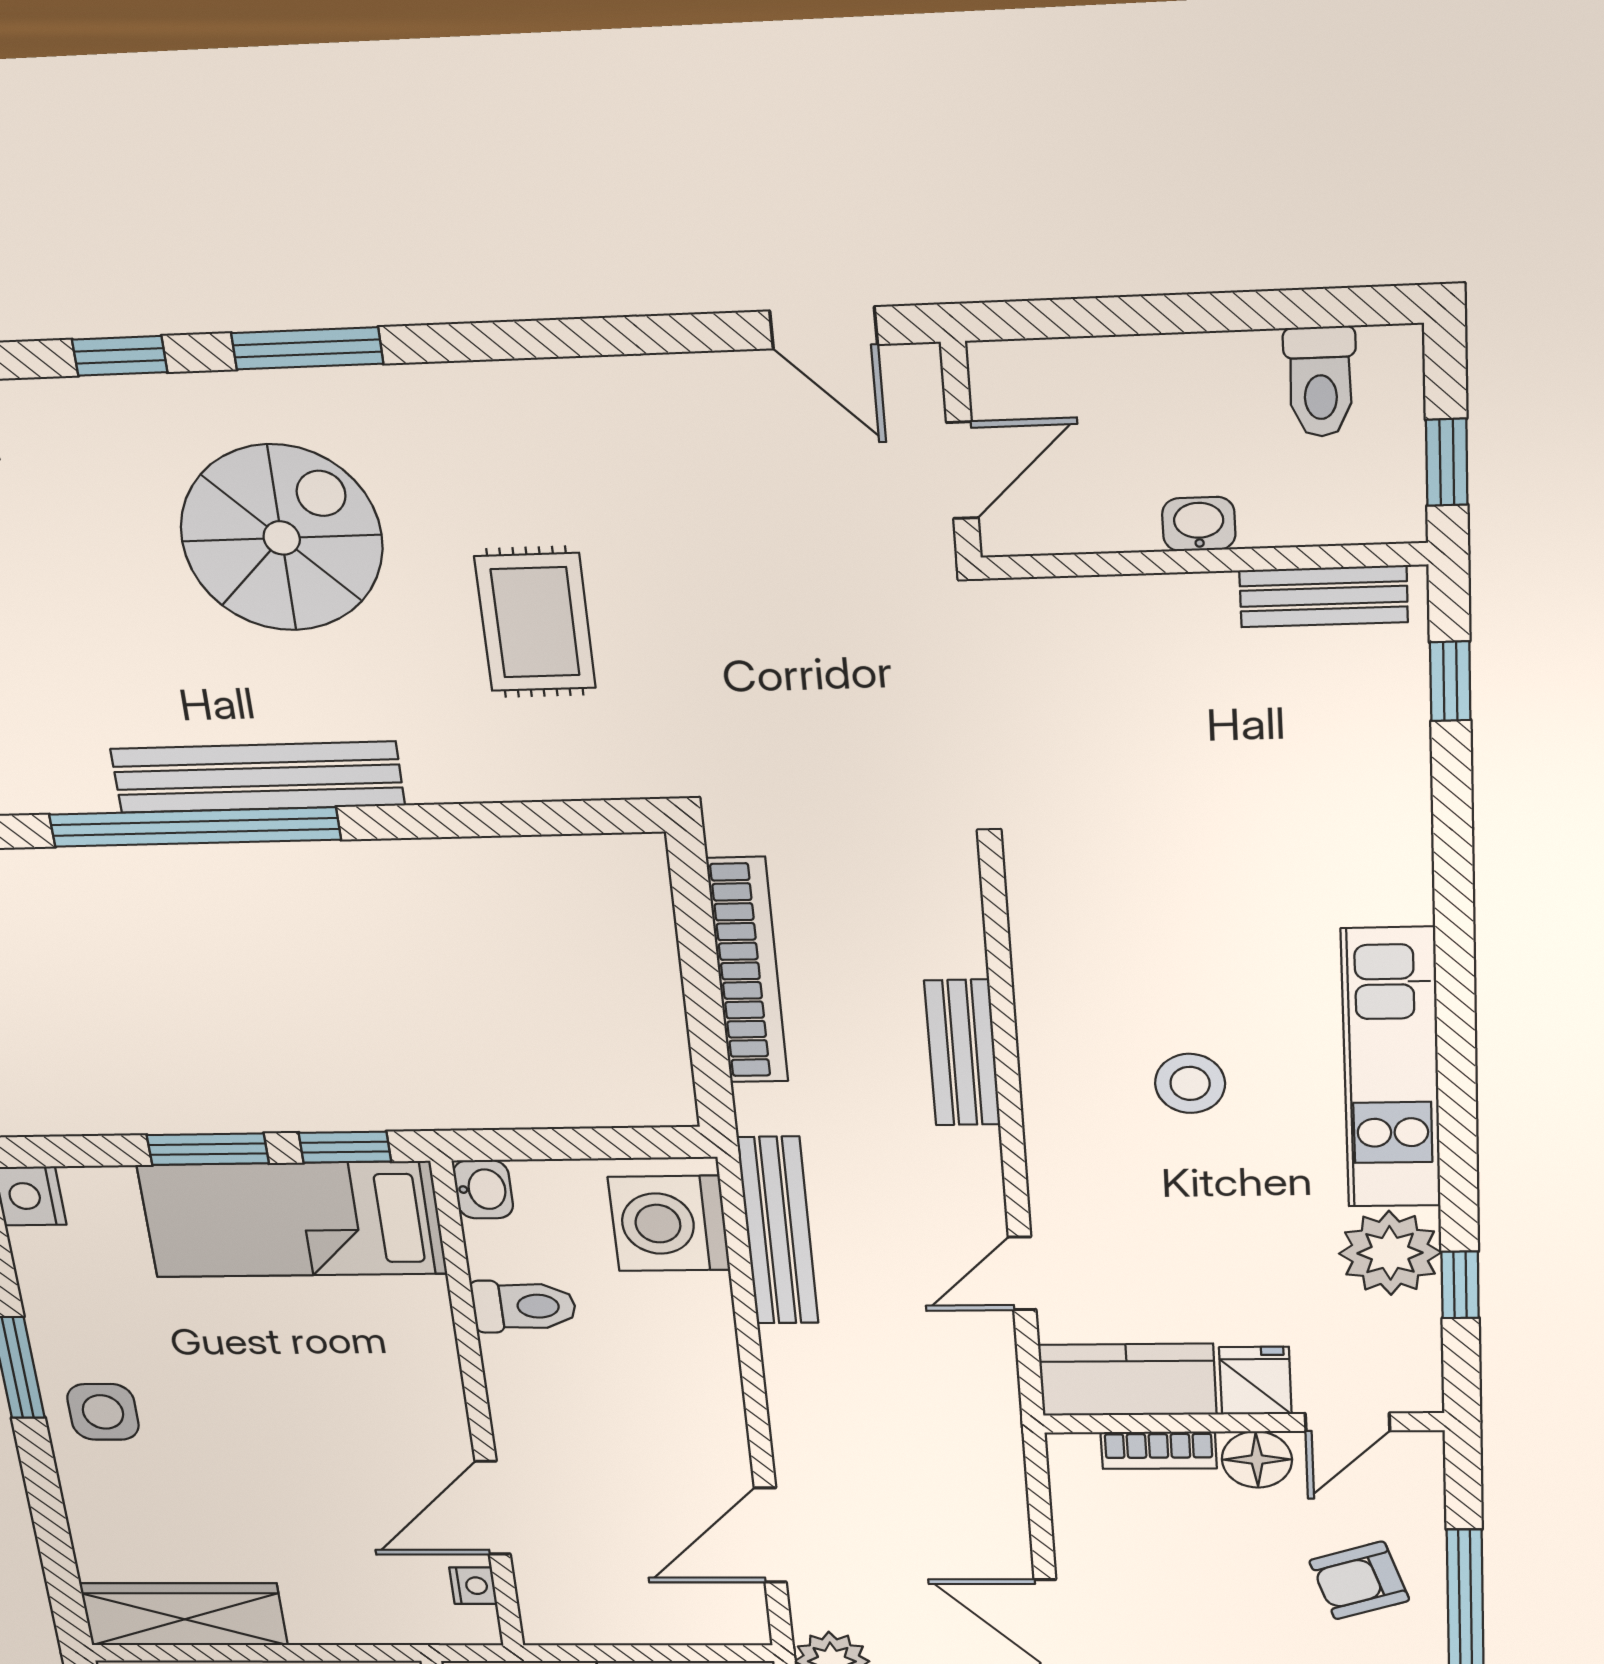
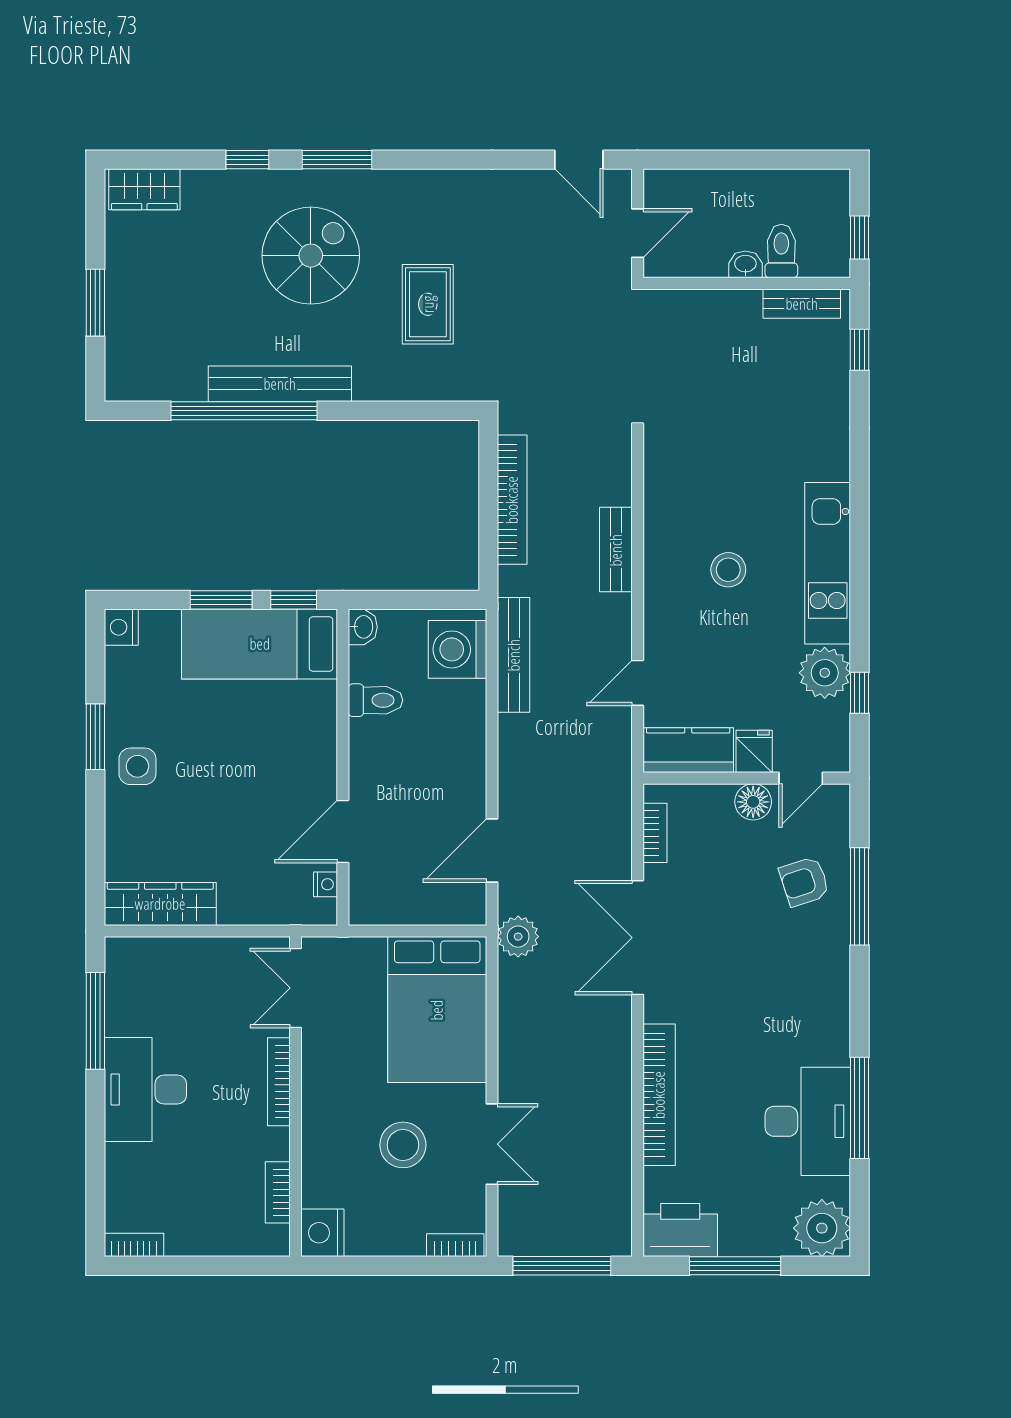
toilet: (1320, 382) -> (781, 251), moved, turned 180
bookcase: (1159, 1450) -> (655, 833), moved, turned -90

